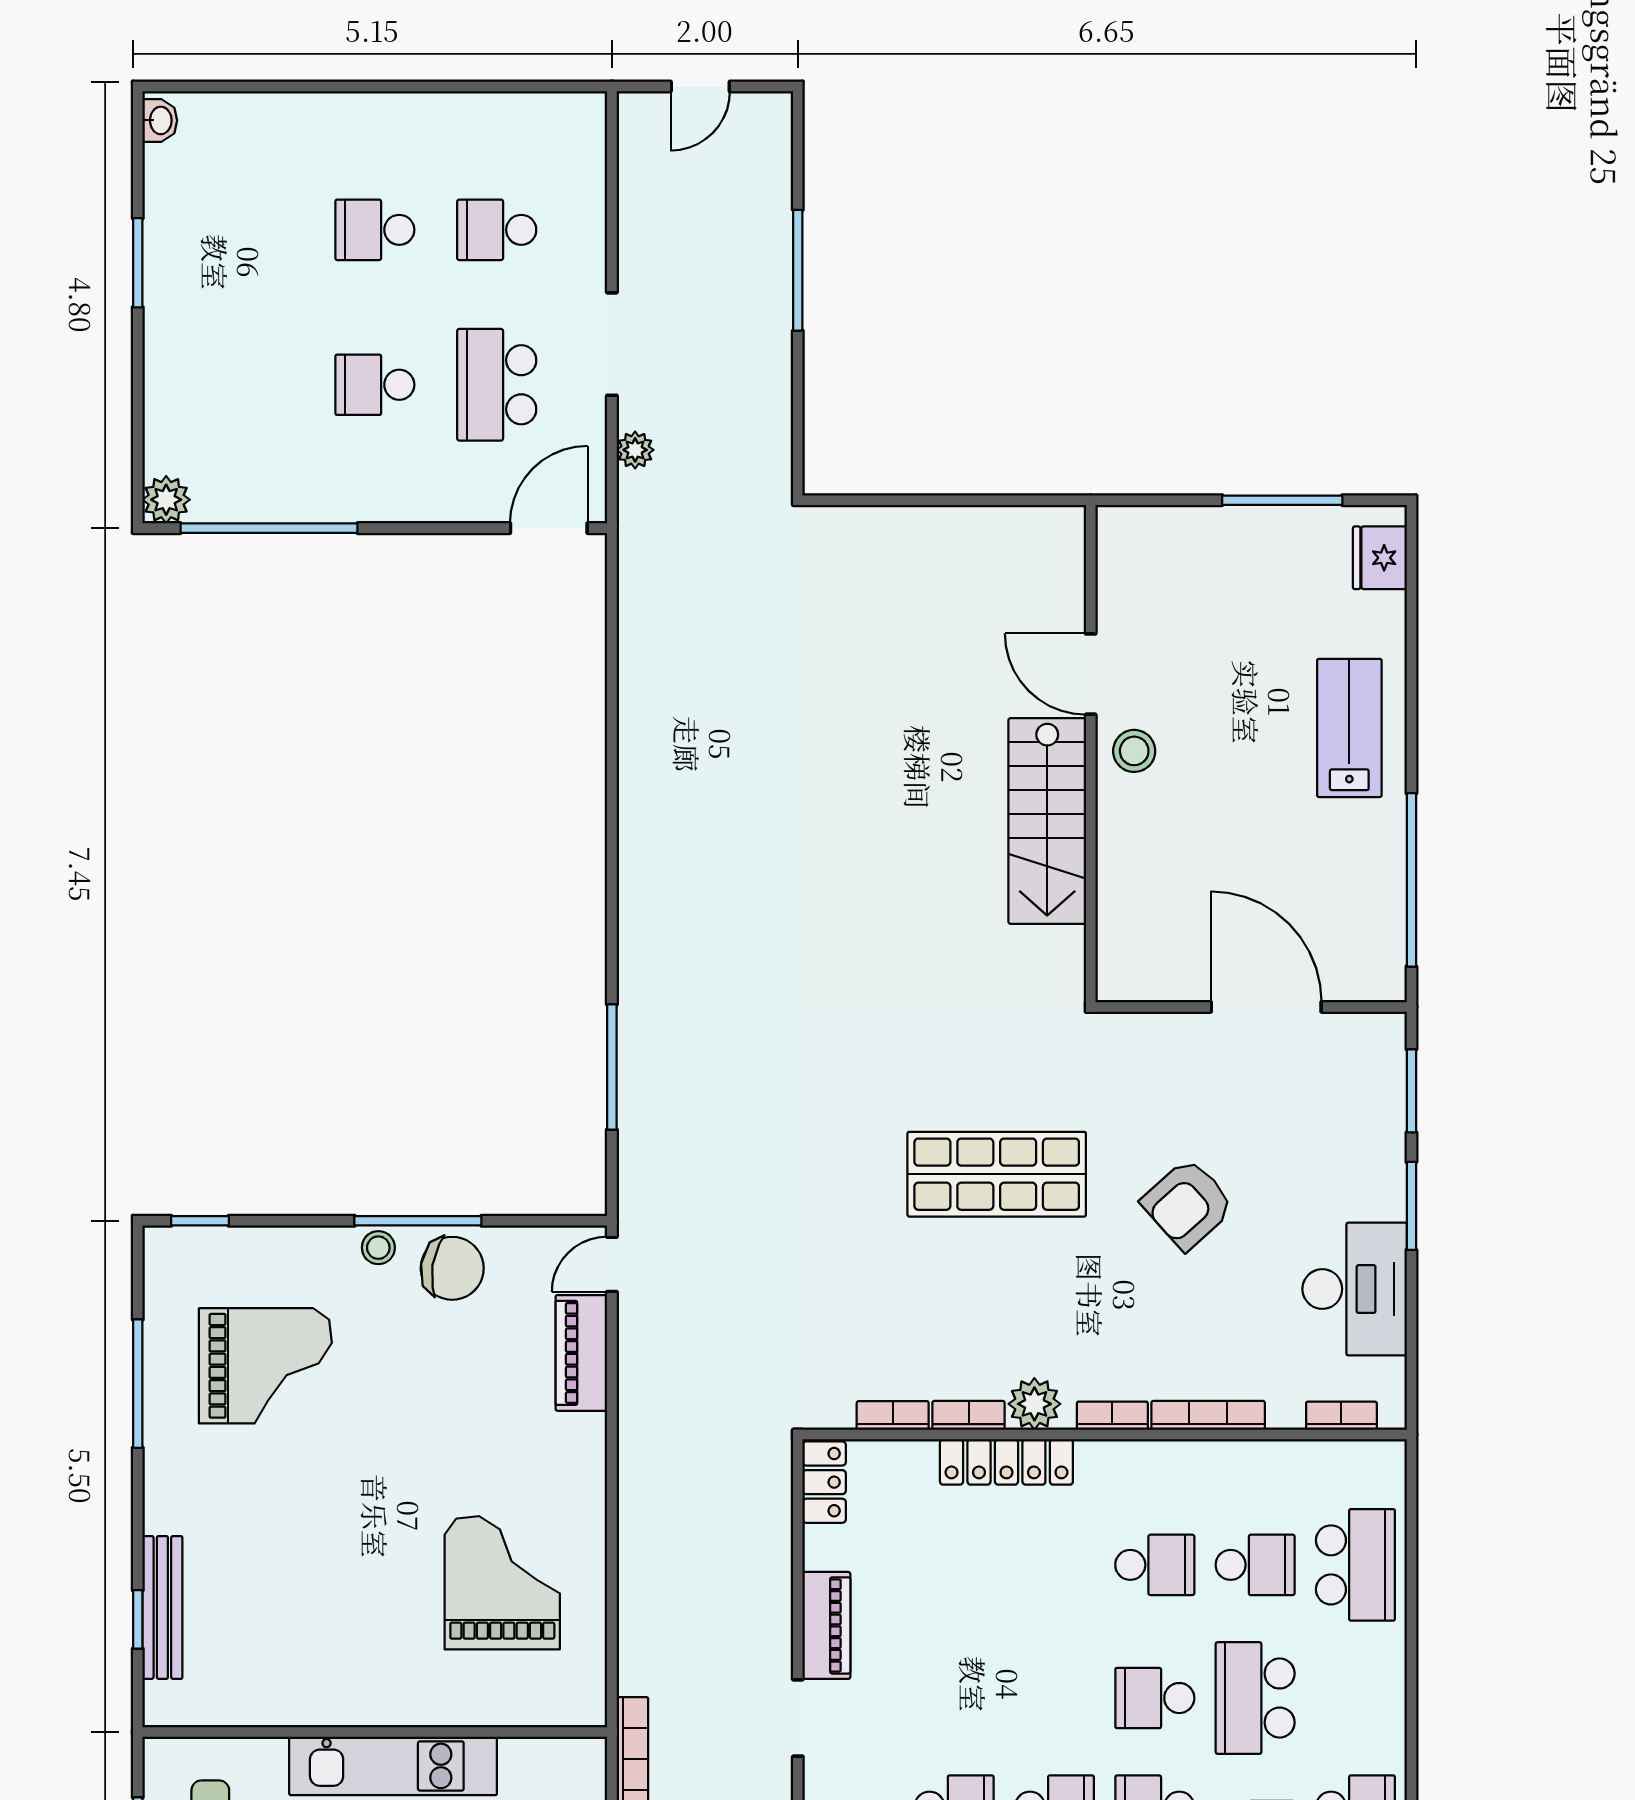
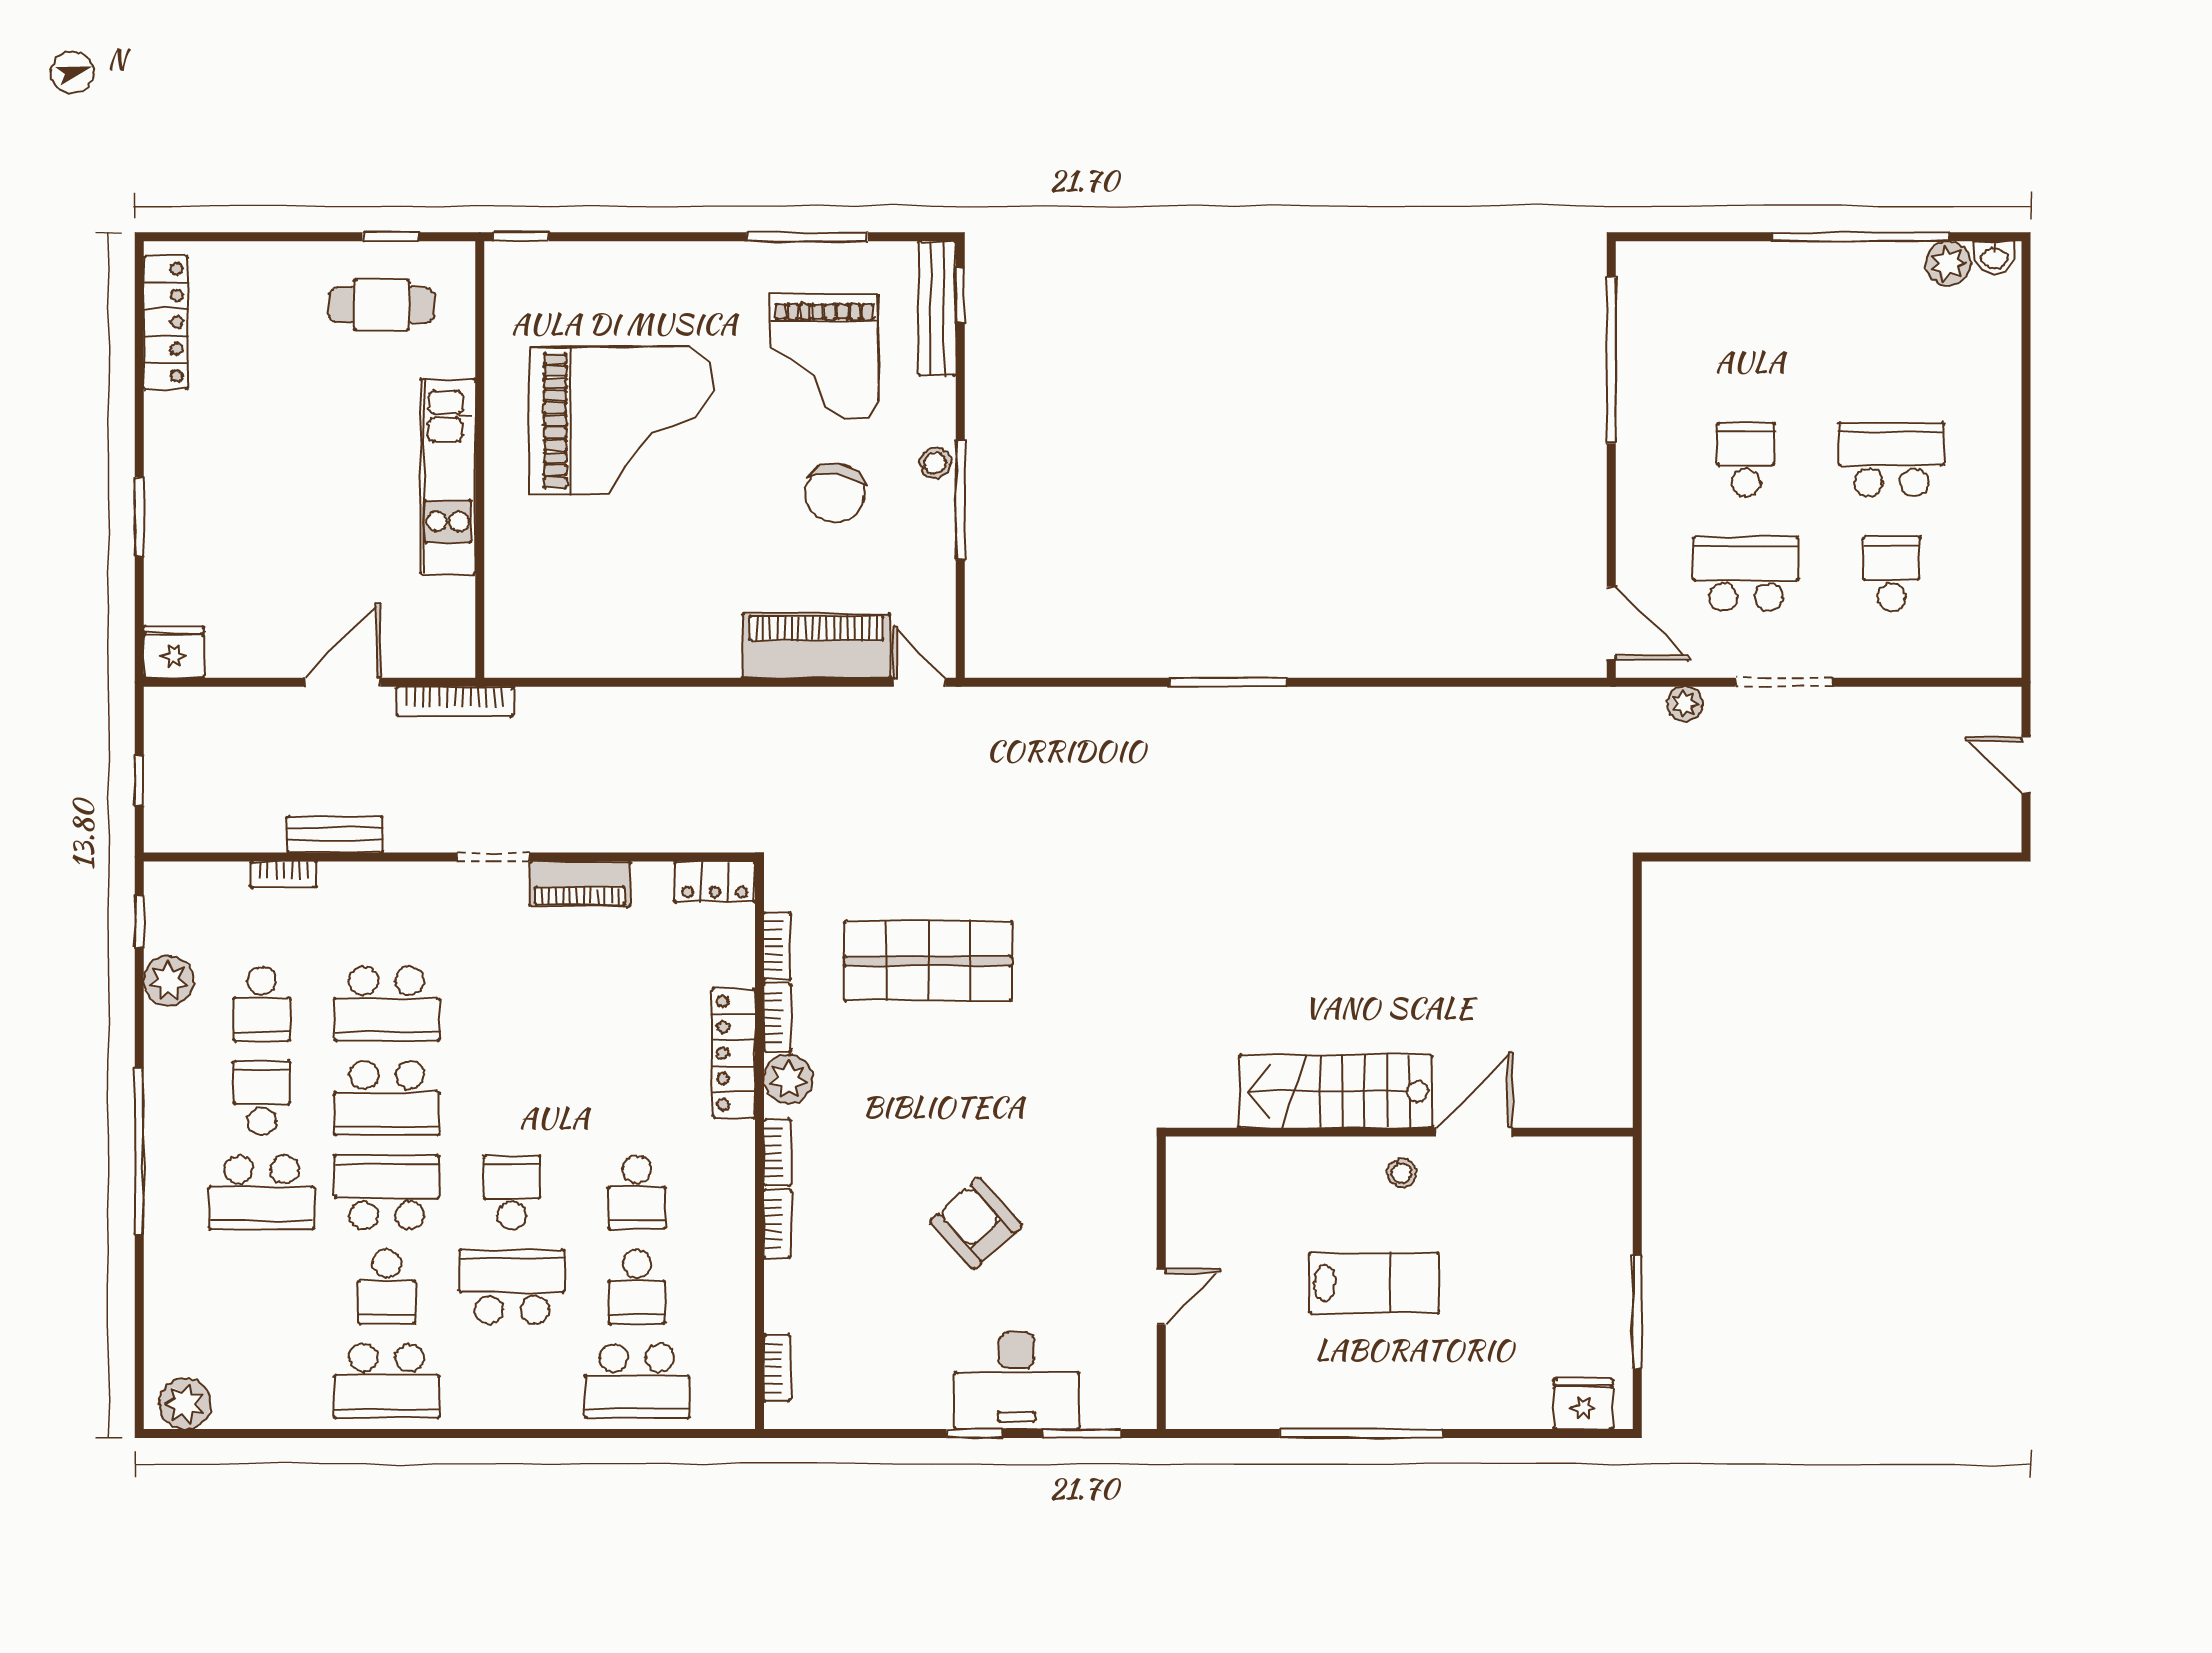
school desk: (375, 230) -> (1891, 459), width x1.85
window: (138, 263) -> (1861, 237), width x2.11
window: (798, 270) -> (1853, 857), removed
plant: (166, 500) -> (1948, 263), moved
lab bench: (1349, 728) -> (1374, 1283), moved
stool: (1134, 751) -> (1402, 1173), width x0.73, depth x0.73
window: (1411, 880) -> (1361, 1434), moved
door: (1266, 1007) -> (1161, 1297), width x0.53
window: (612, 1067) -> (1228, 682), moved
shop shelf: (997, 1174) -> (928, 961), moved, turned 90
window: (1411, 1206) -> (974, 1434), width x0.67
chair: (452, 1268) -> (835, 493), moved
desk: (1355, 1289) -> (1017, 1380), moved
piano: (581, 1353) -> (816, 646), width x1.37, depth x1.33
bookcase: (1208, 1415) -> (777, 1223), width x0.64
grand piano: (502, 1583) -> (622, 421), moved, width x1.37, depth x1.48
bench: (162, 1607) -> (937, 308), moved, turned 90
window: (138, 1619) -> (521, 237), moved

